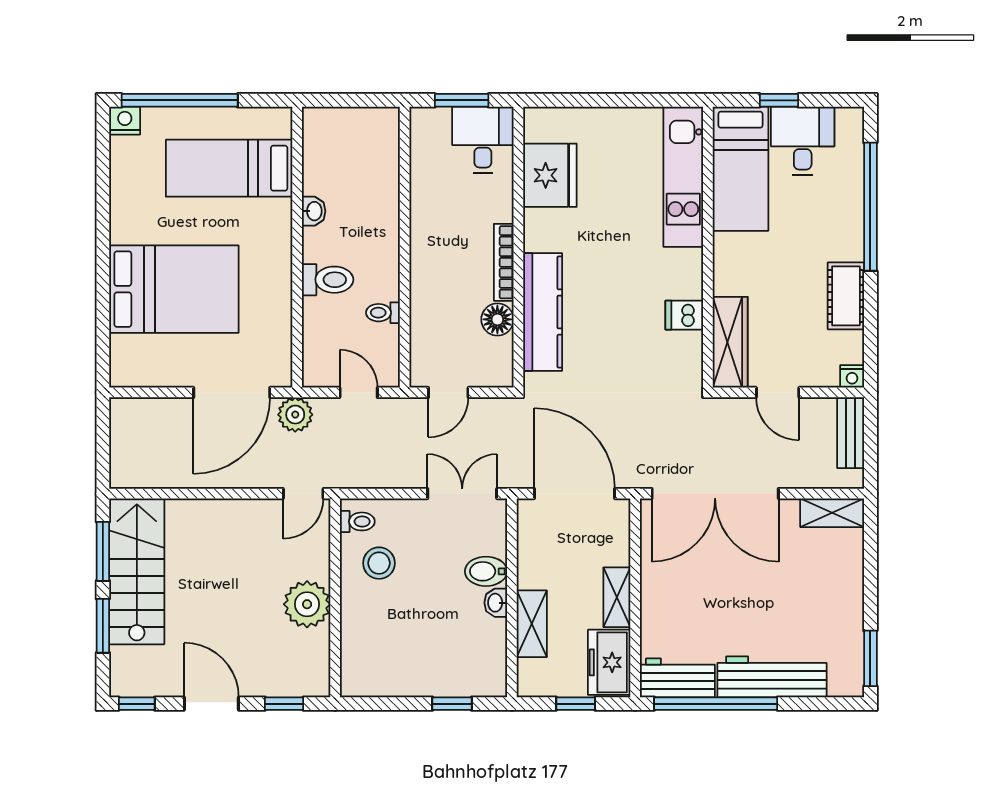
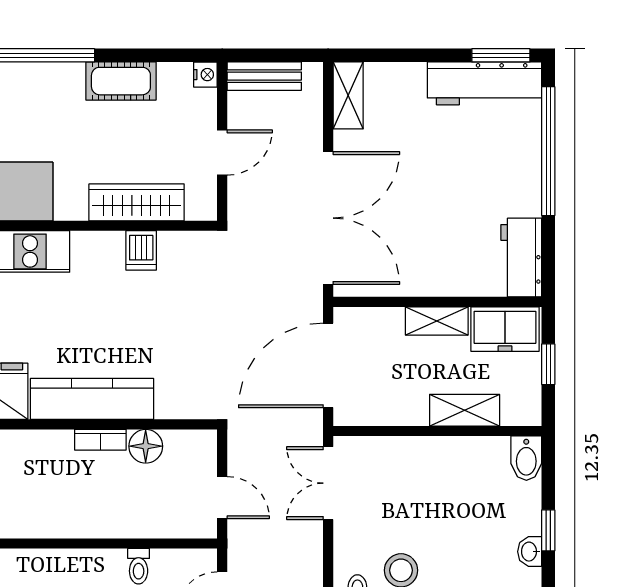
bookcase: (504, 262) -> (100, 440), width x0.64
kitchen counter: (543, 312) -> (92, 399), moved
wardrobe: (730, 342) -> (137, 202), moved
bidet: (486, 571) -> (526, 458), moved
washbasin: (496, 603) -> (530, 552), moved, turned 90
workbench: (772, 677) -> (484, 83), moved, turned -90
window: (452, 704) -> (548, 530), moved
window: (716, 704) -> (548, 151), moved

